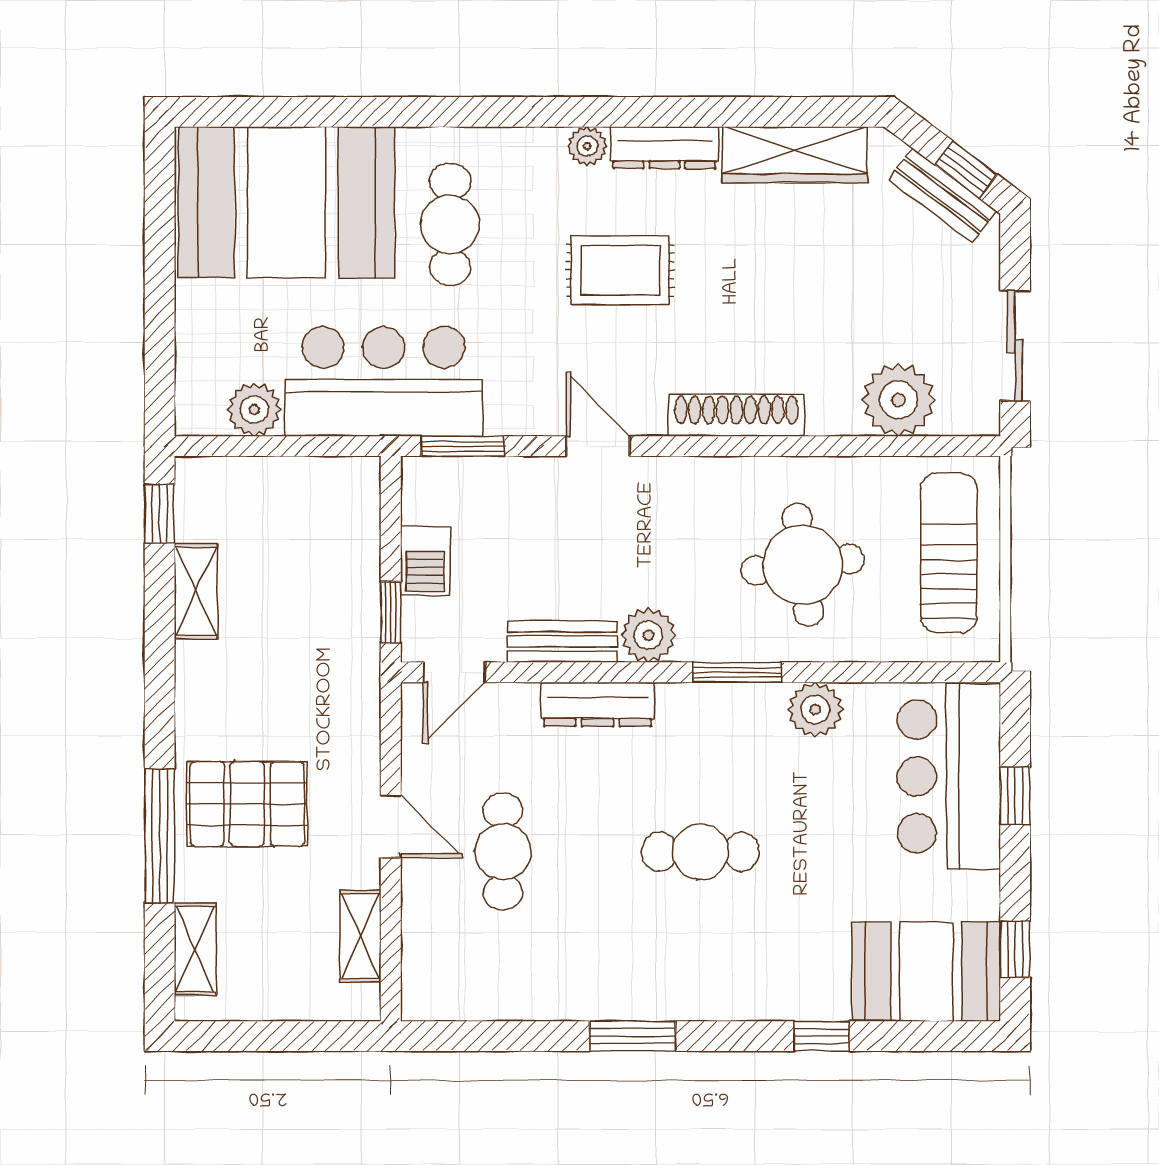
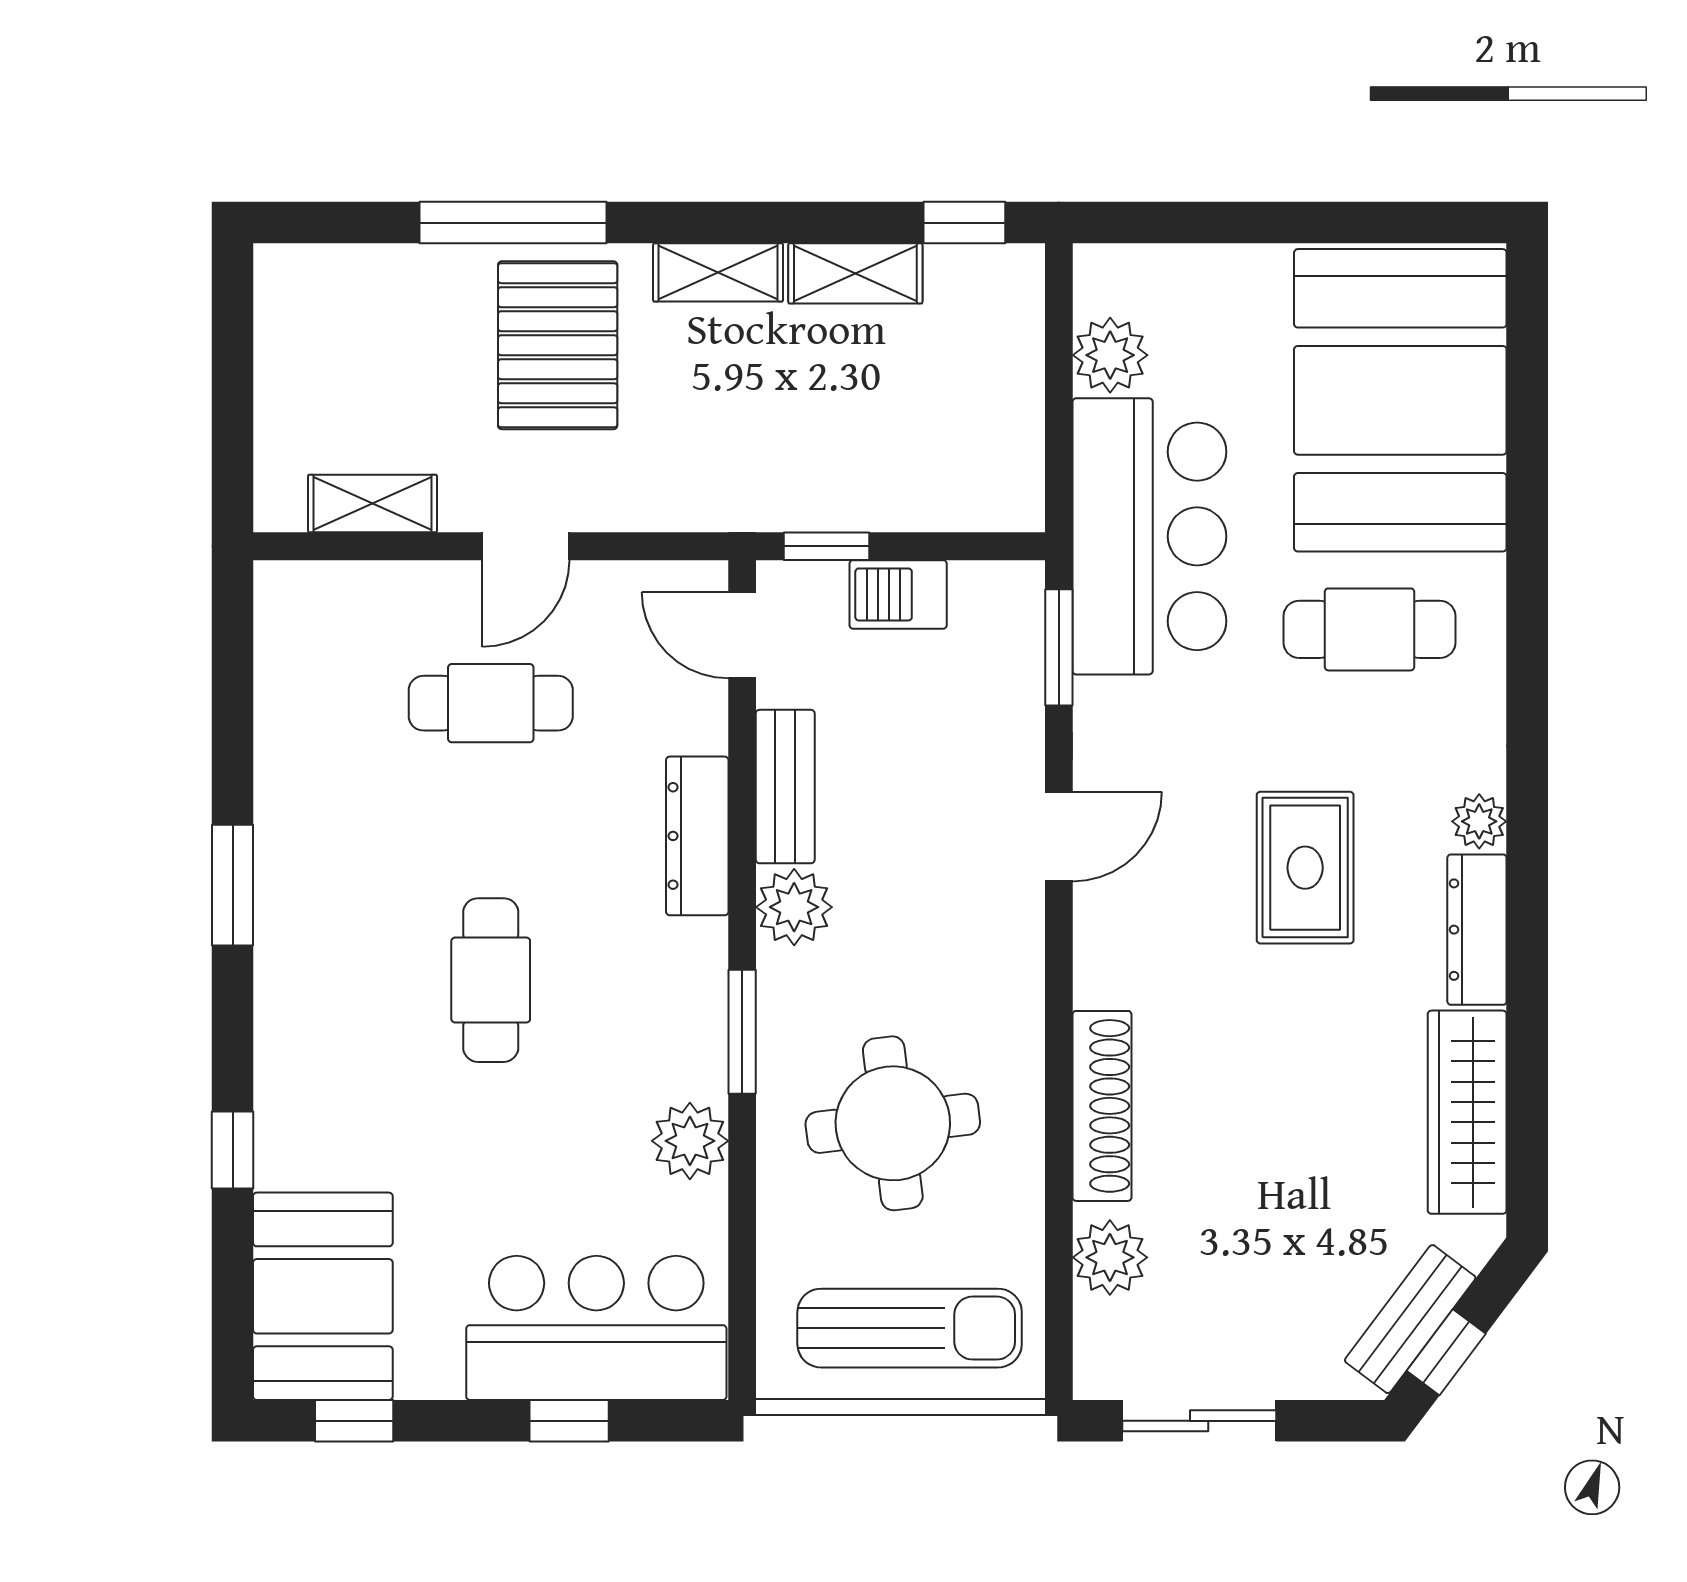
plant: (899, 400) -> (1110, 1257), width x0.73, depth x0.73
shoe rack: (736, 415) -> (1102, 1106), moved
shelving: (195, 949) -> (718, 272), moved

